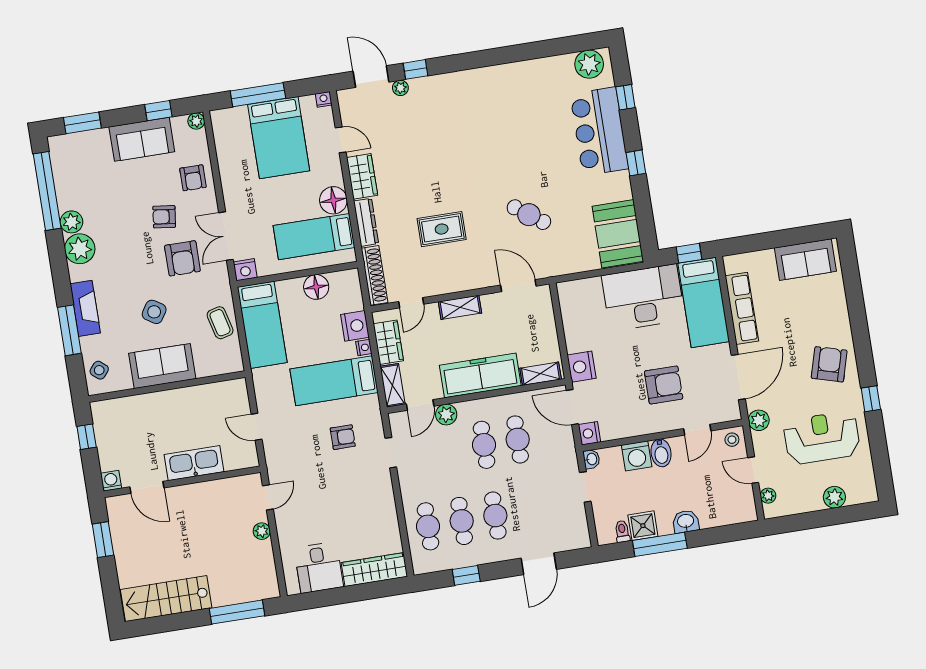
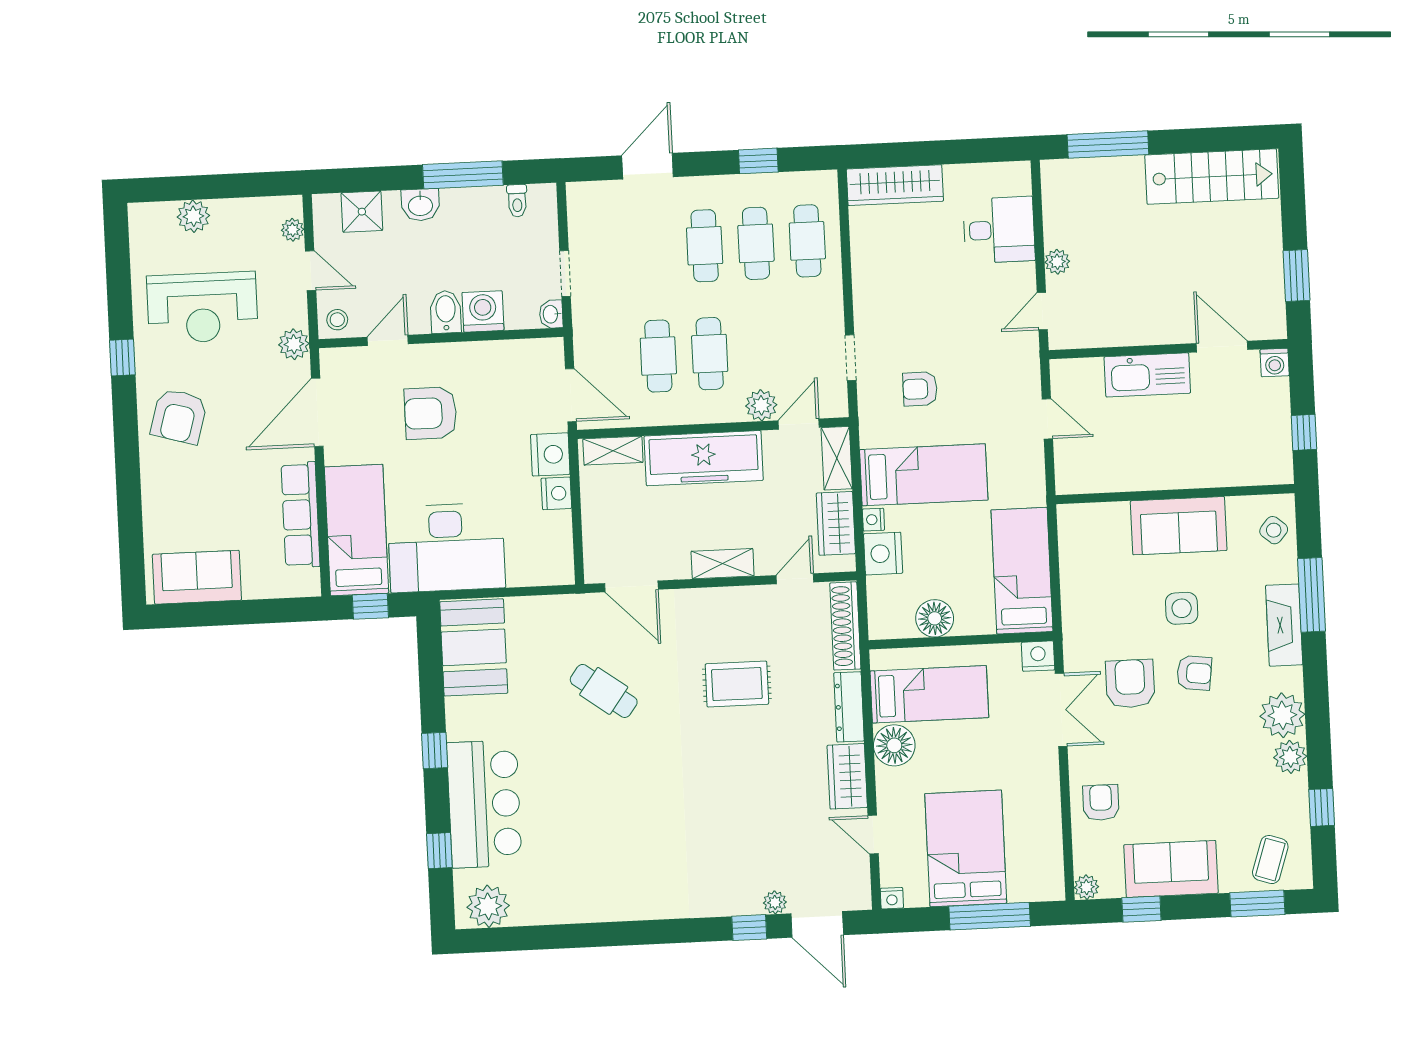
window: (47, 191) -> (1322, 807), width x0.32
armchair: (164, 217) -> (1194, 673), moved
side table: (154, 312) -> (1182, 608), turned -33
coffee table: (220, 323) -> (1270, 860), moved, turned 32
nightstand: (589, 433) -> (556, 493), moved
shower: (643, 526) -> (362, 212), moved
desk: (319, 567) -> (999, 230), moved, turned 90

